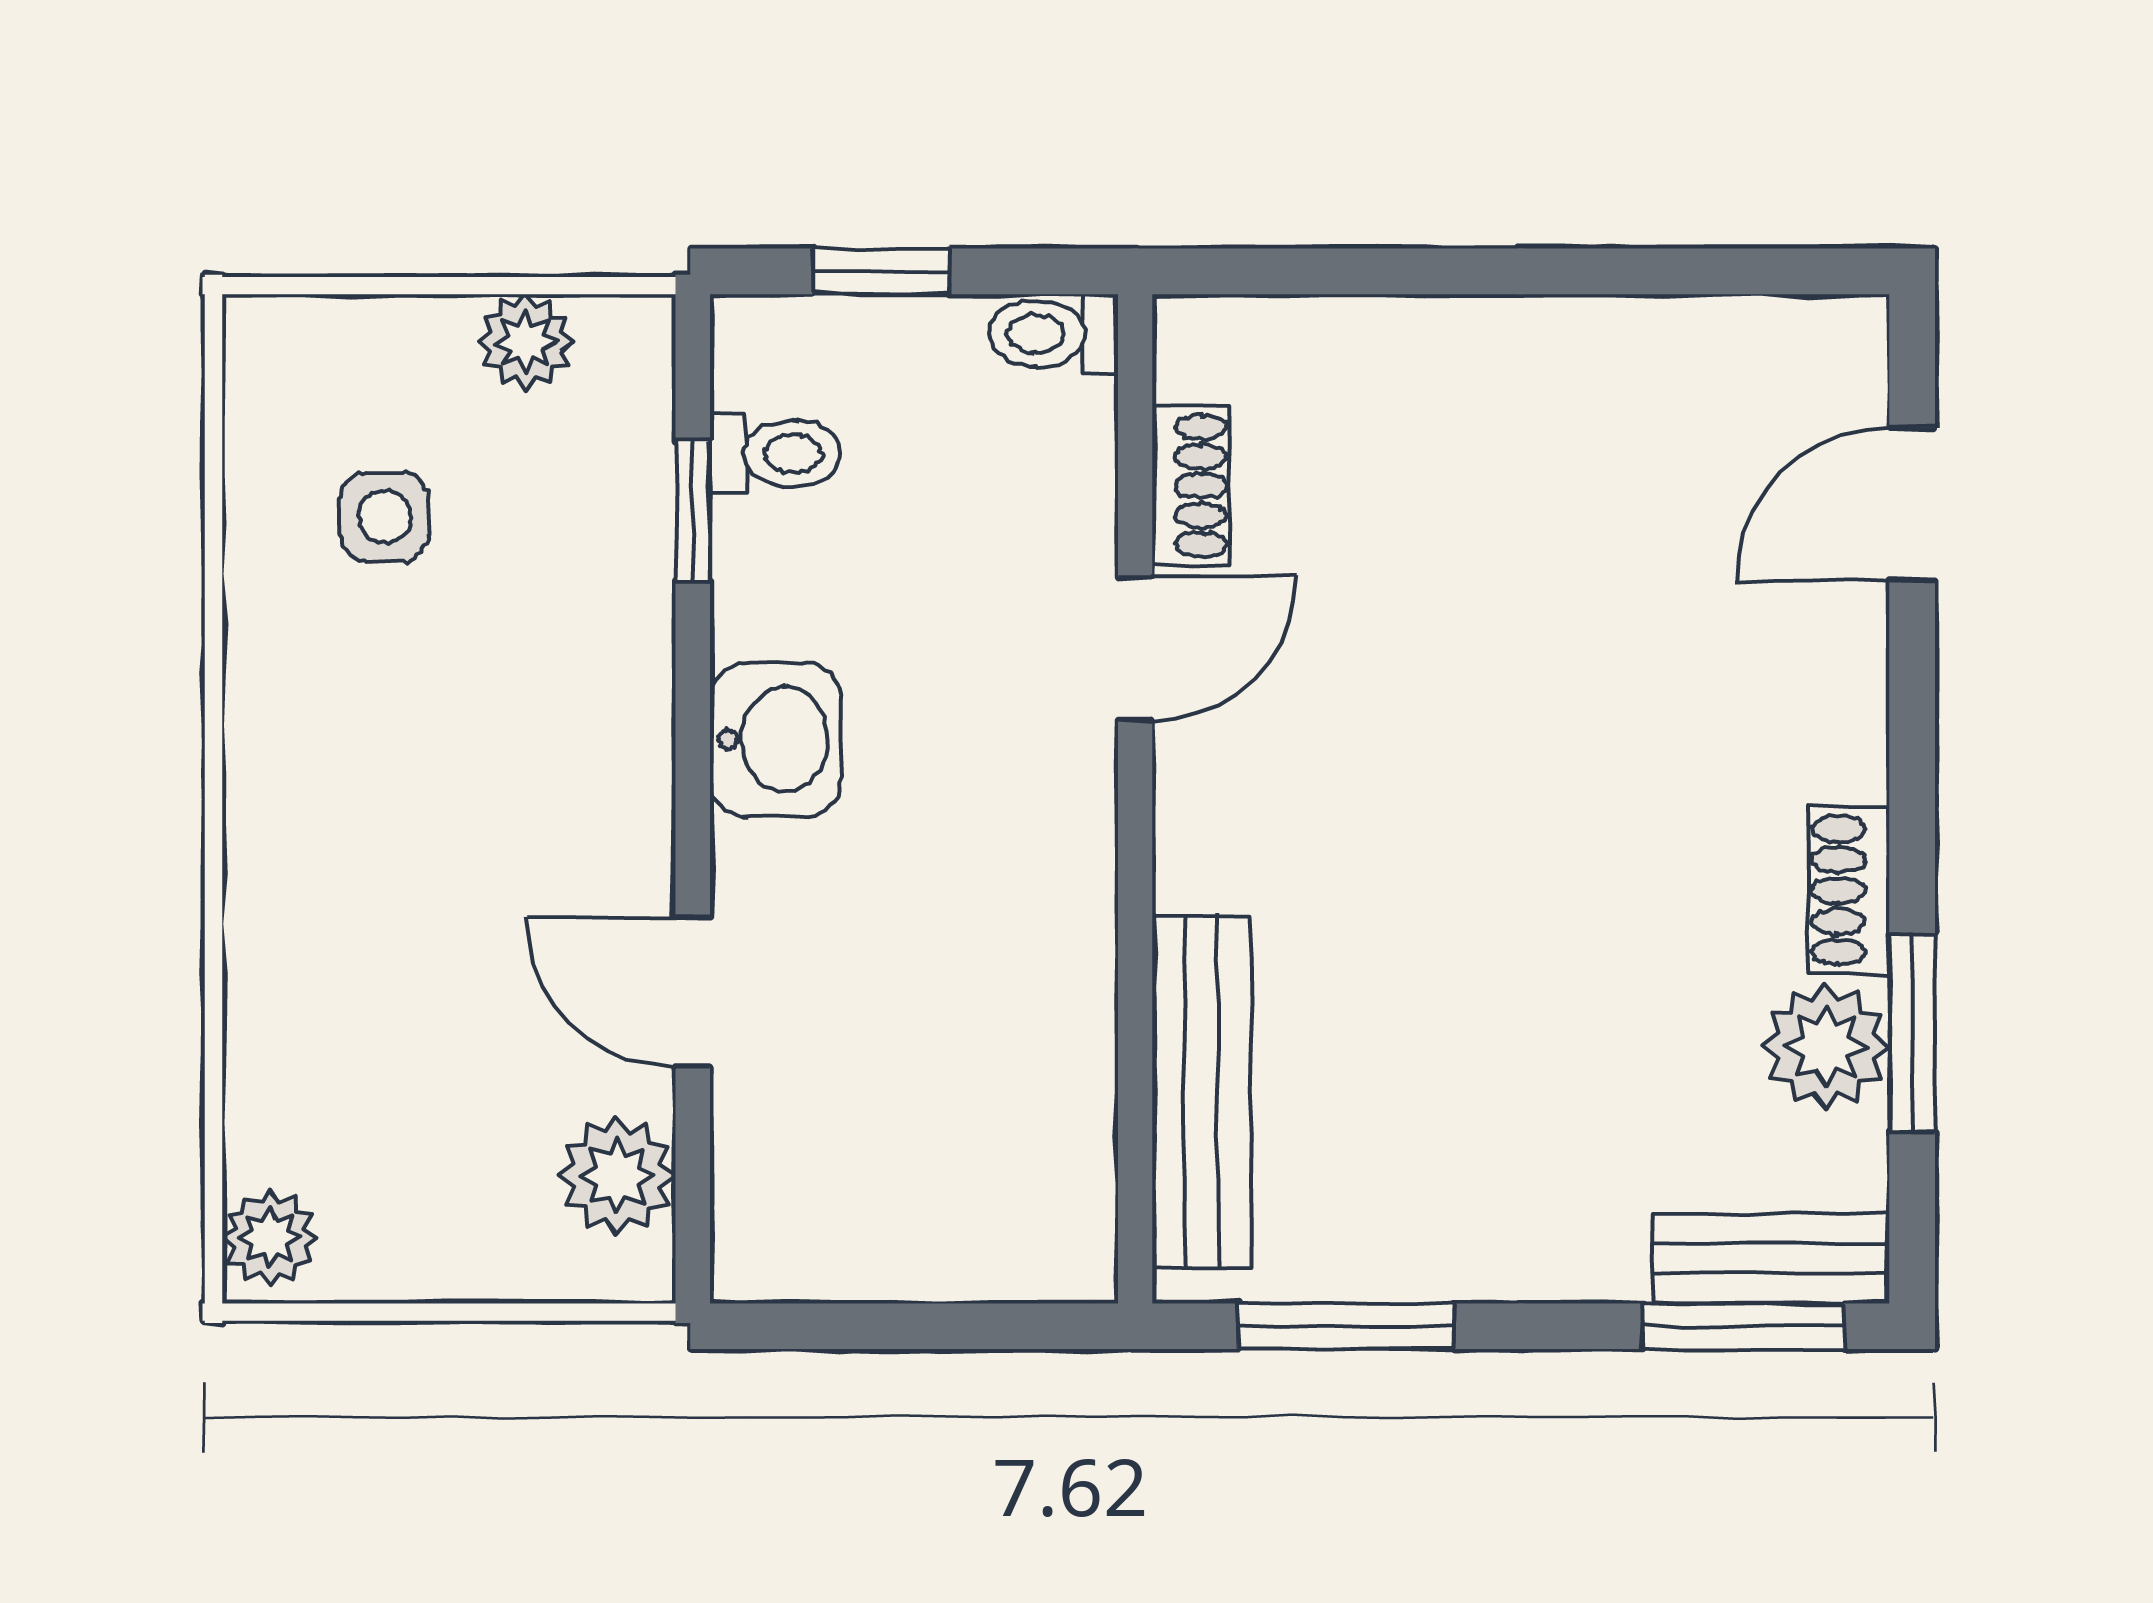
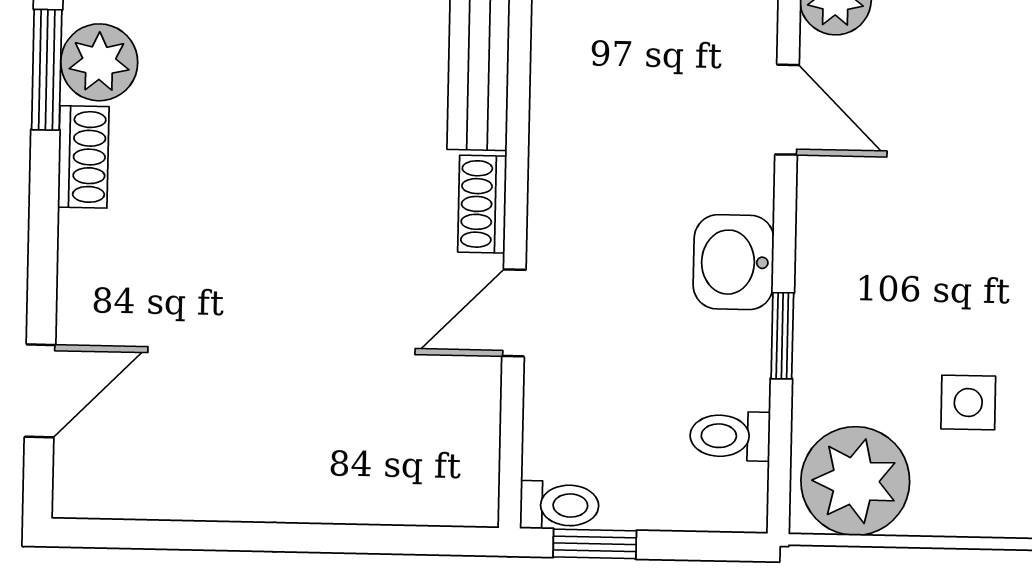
window: (881, 271) -> (595, 544), moved
plant: (526, 342) -> (855, 481), width x1.88, depth x1.88
shoe rack: (1191, 486) -> (482, 204), moved
window: (693, 511) -> (782, 336), moved

